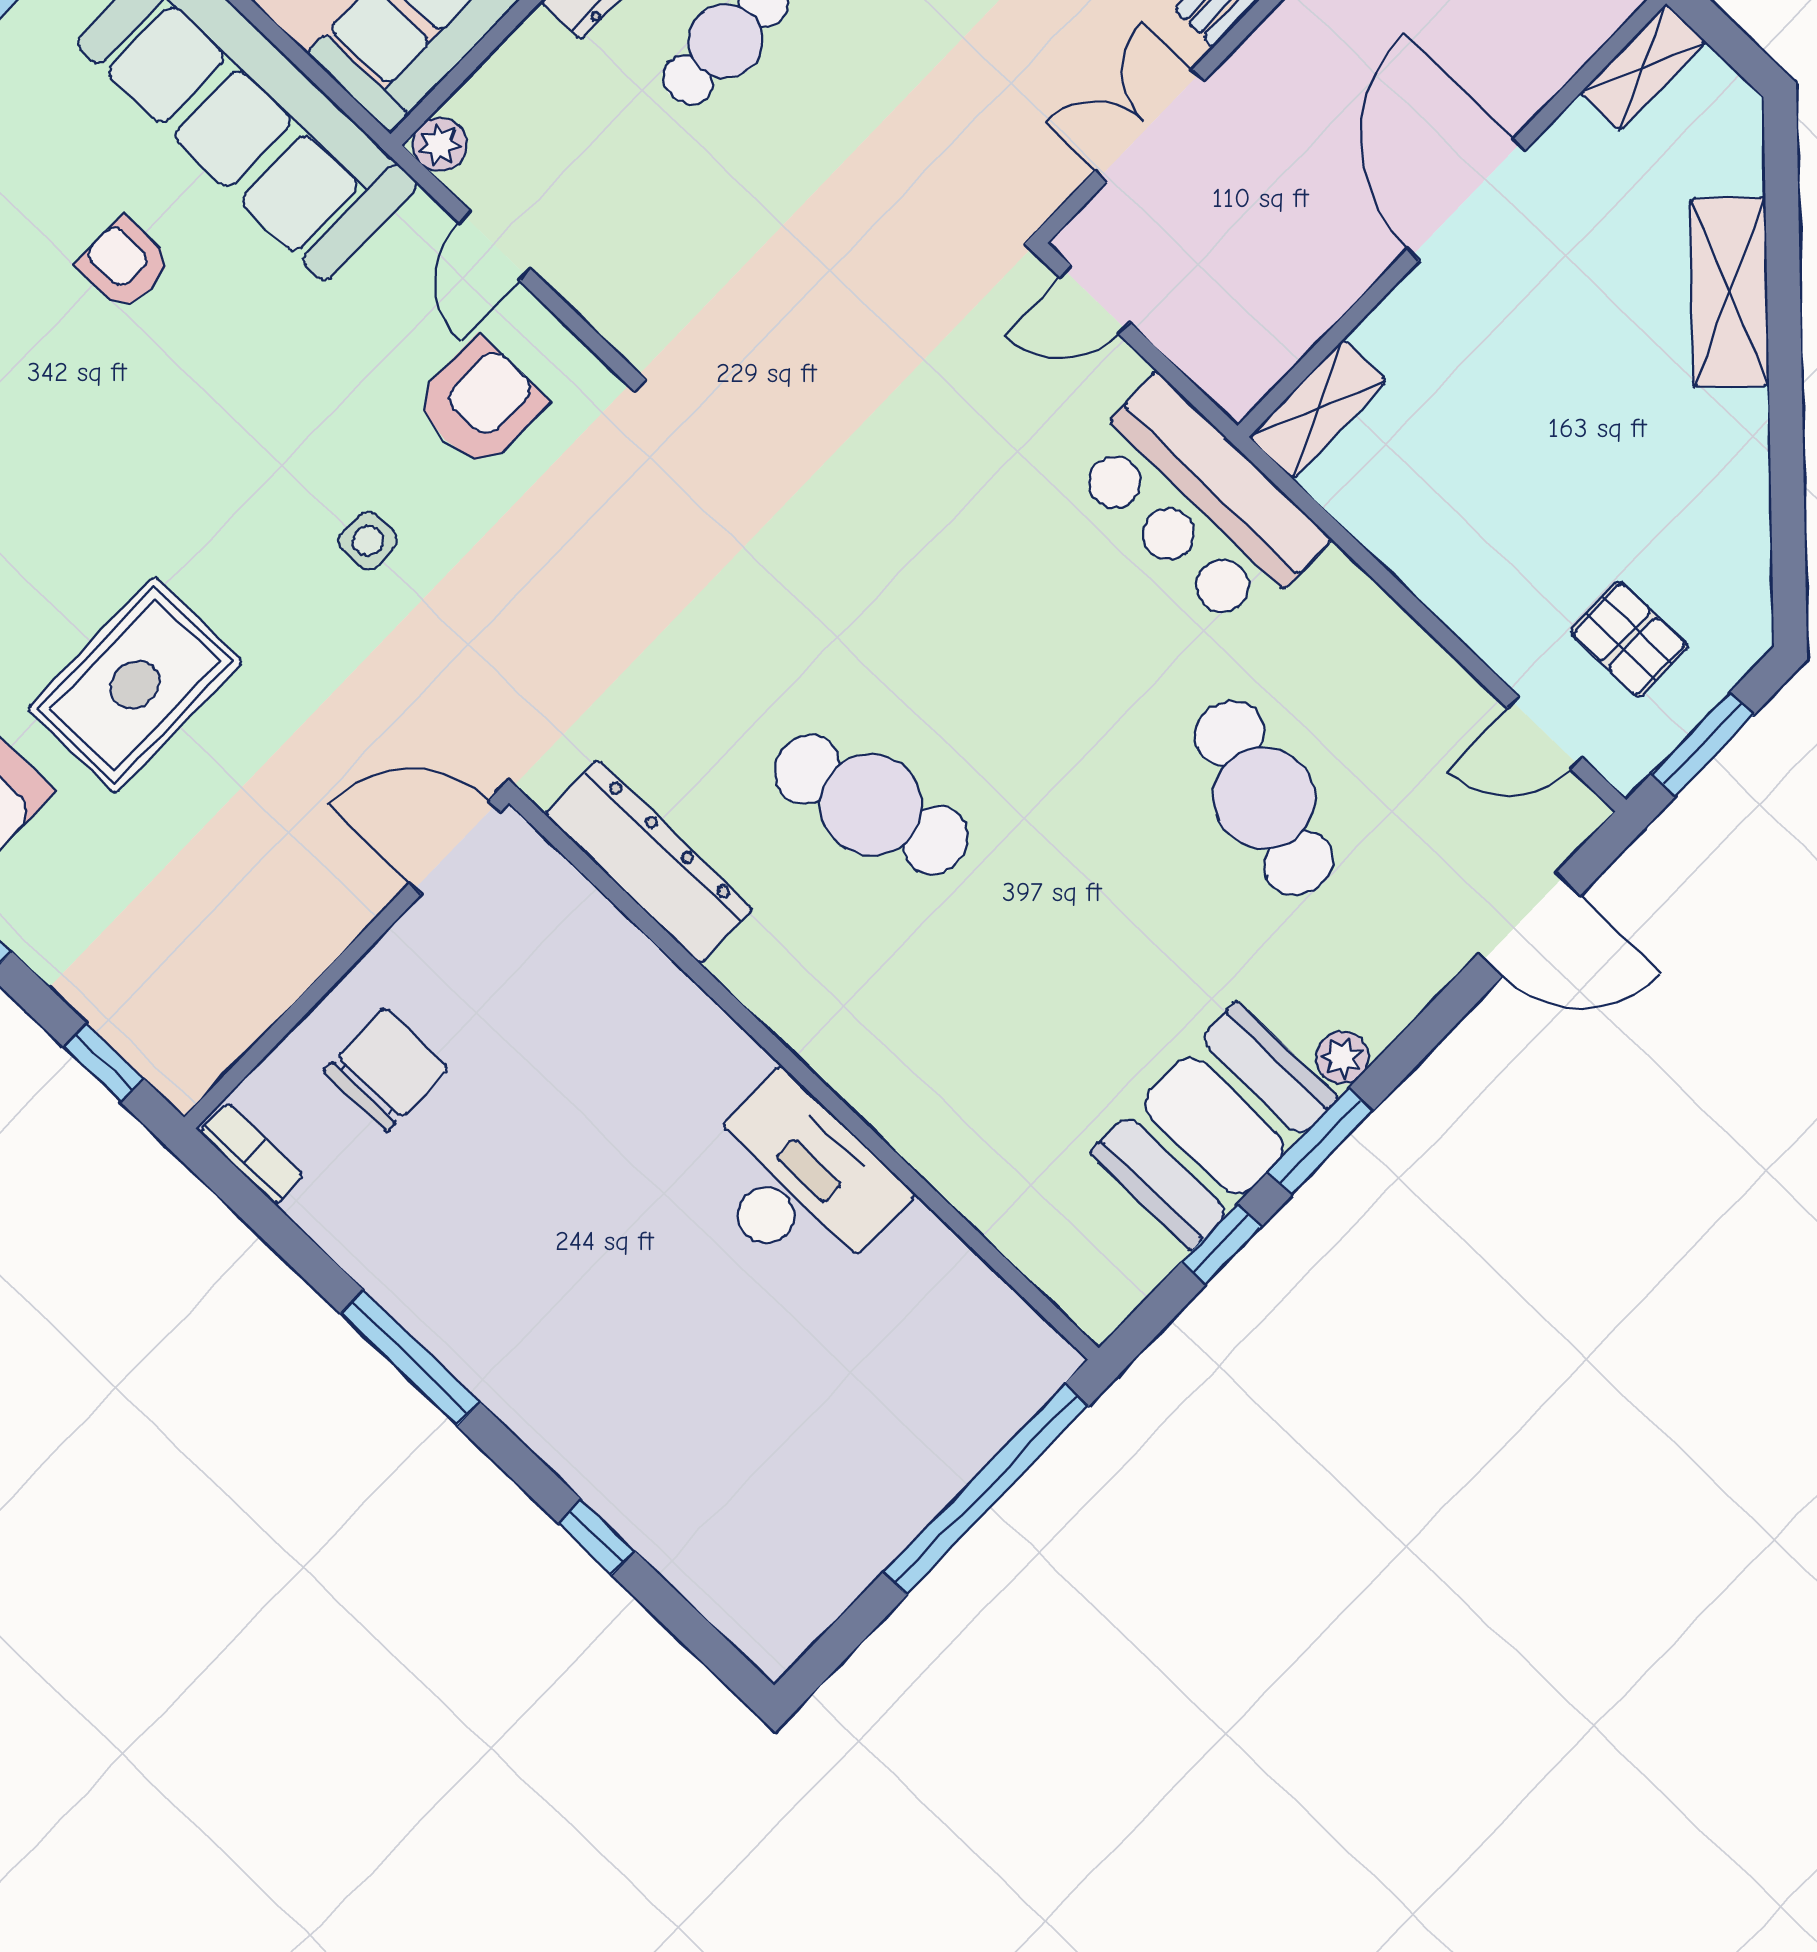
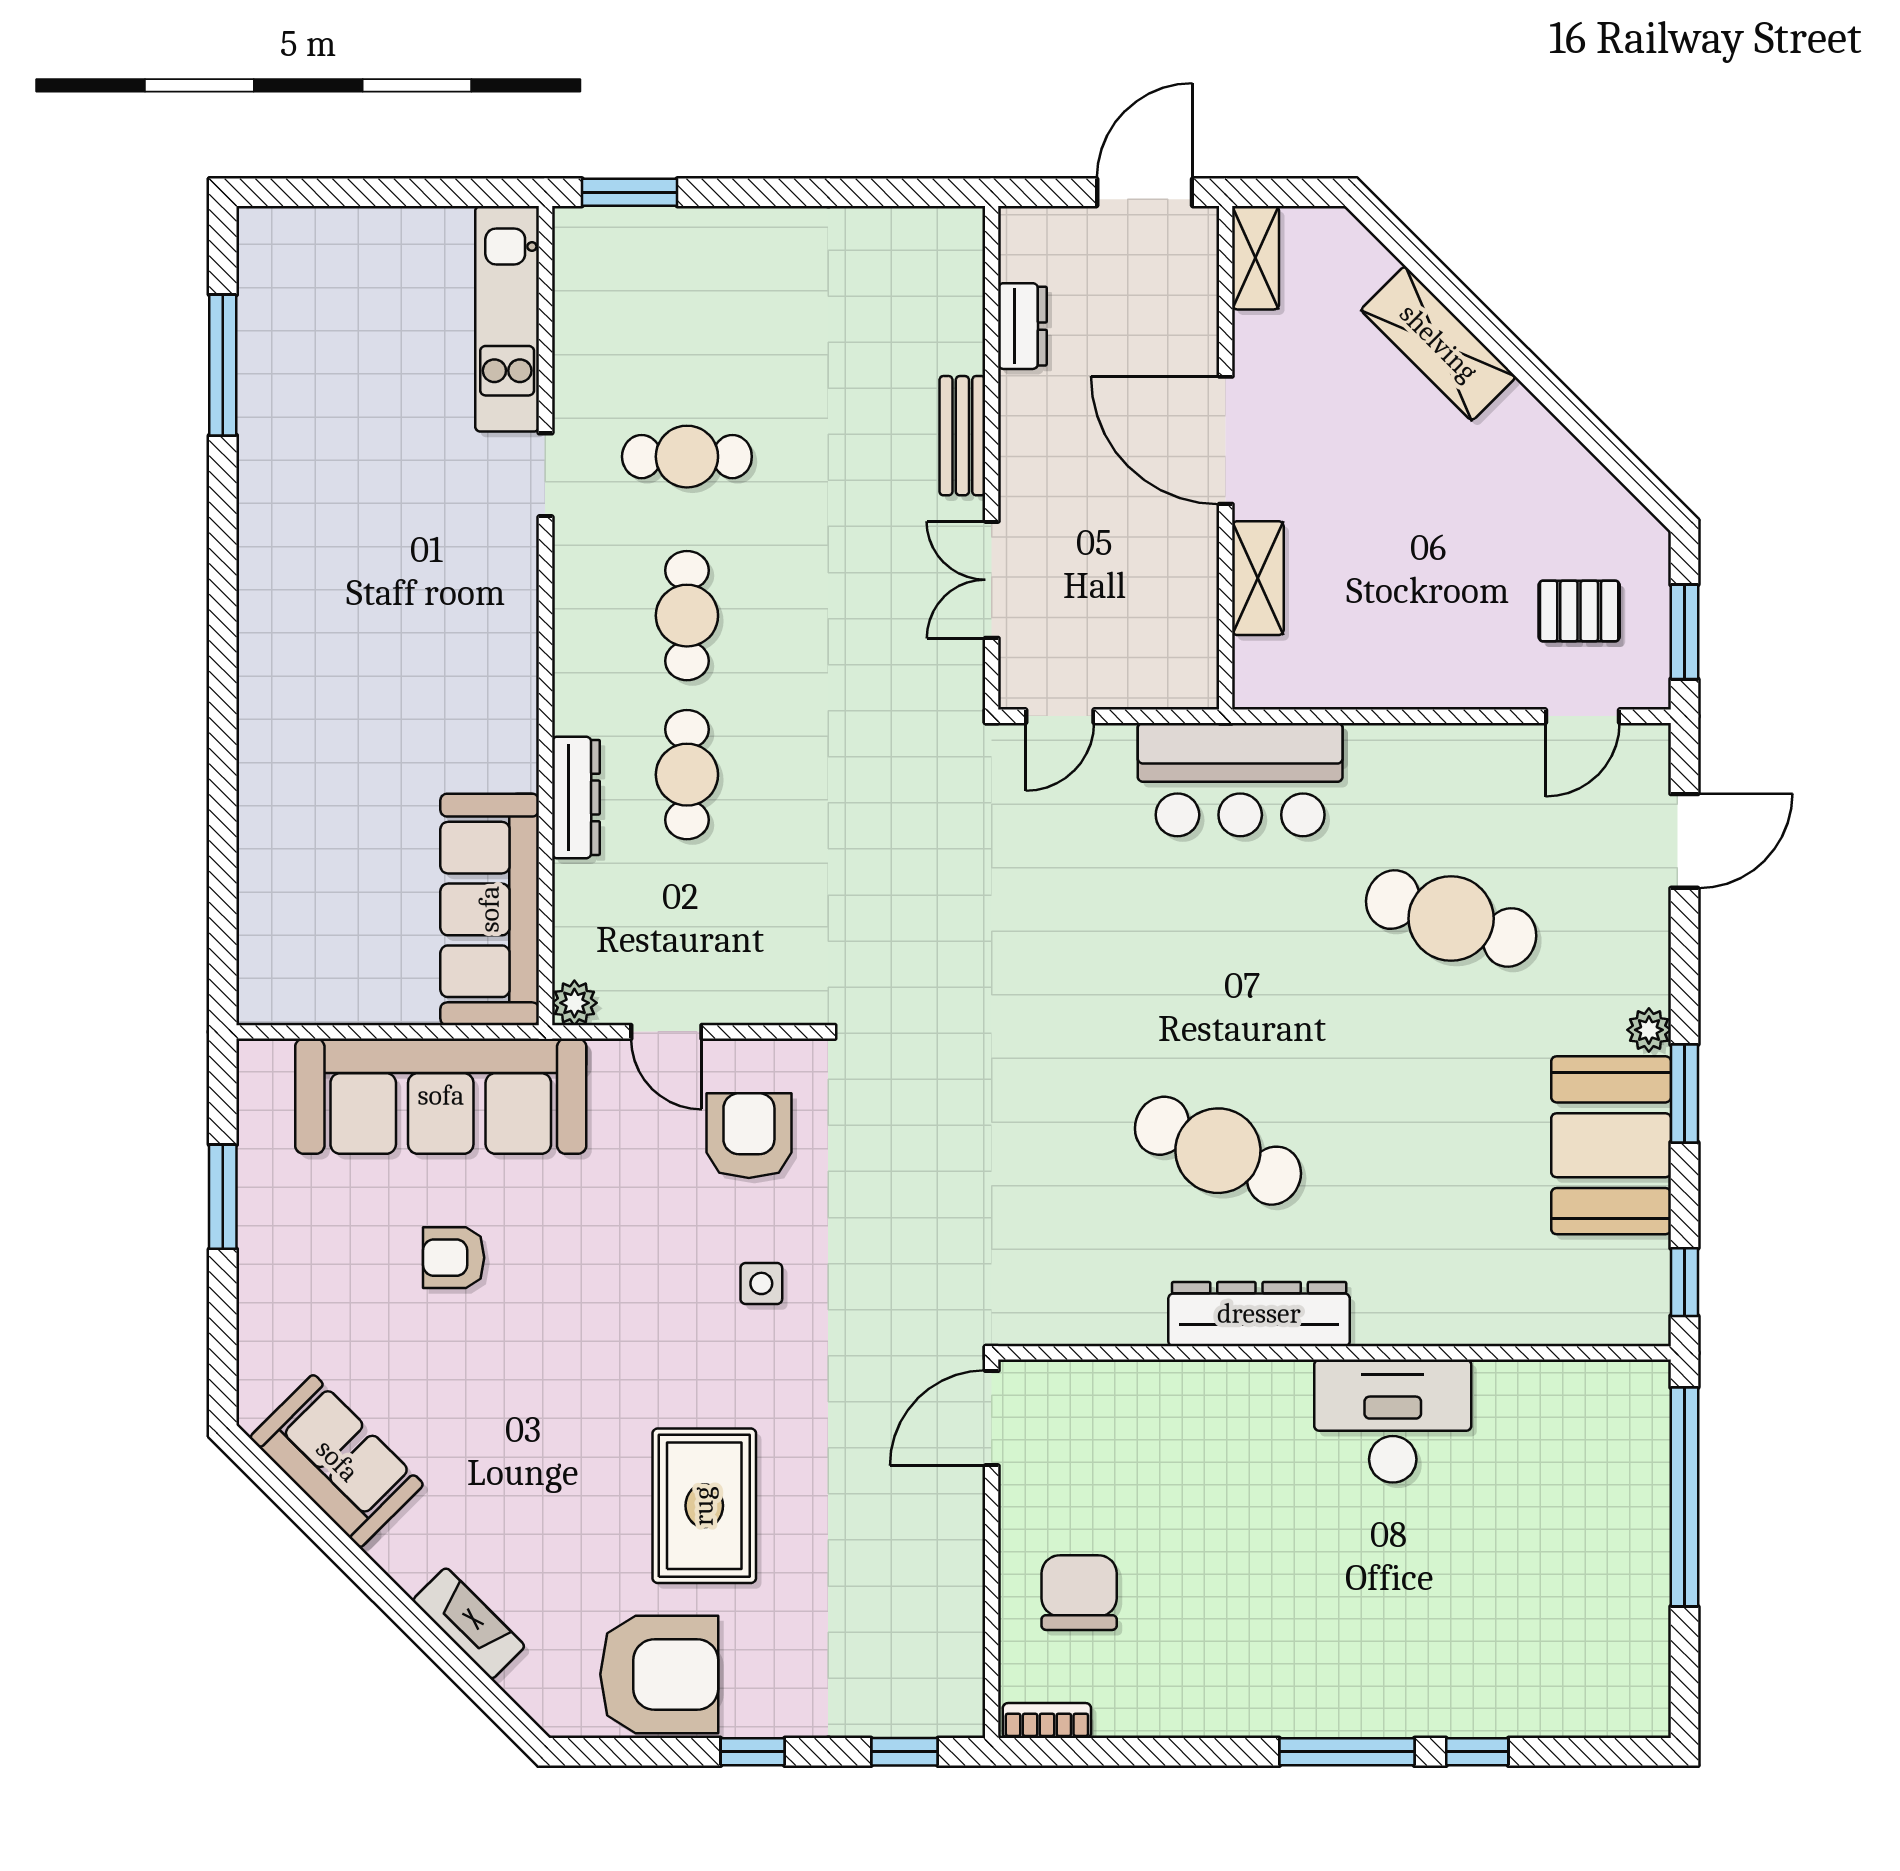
shelving: (1318, 409) -> (1258, 578), moved
cafe table: (871, 805) -> (1218, 1151), turned 39
dresser: (649, 861) -> (1259, 1314), moved
window: (1221, 1245) -> (1684, 1282), moved
window: (410, 1358) -> (1347, 1752), moved

